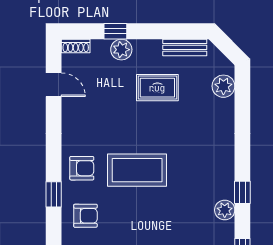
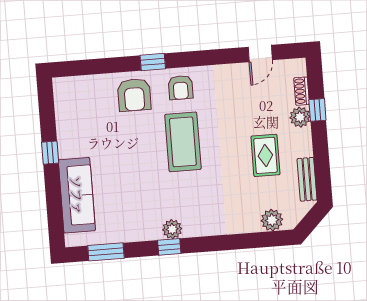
shoe rack: (76, 46) -> (302, 91), moved
plant: (225, 210) -> (172, 229), moved
armchair: (85, 216) -> (134, 95), width x1.38, depth x1.38

